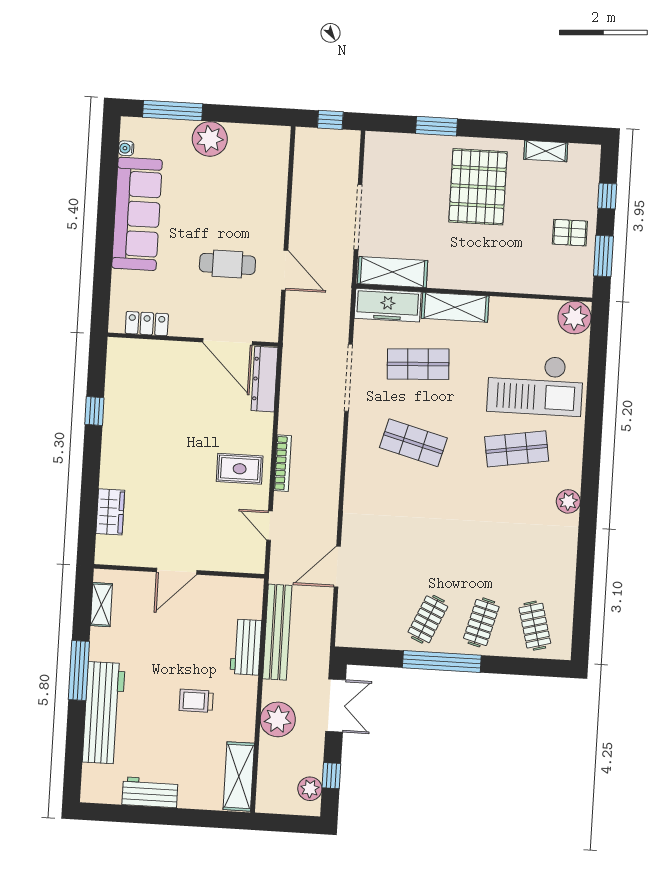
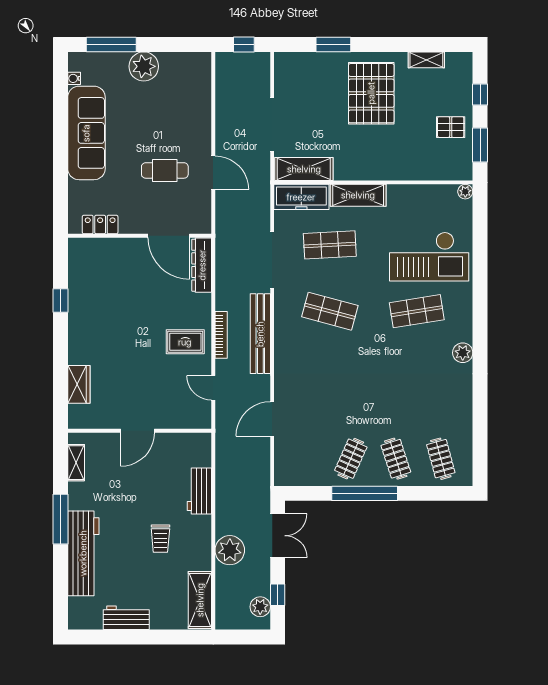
plant: (575, 318) -> (465, 192), width x0.53, depth x0.53
clothes rail: (481, 622) -> (396, 459), turned -33
bench: (277, 632) -> (260, 334), moved
trolley: (196, 701) -> (160, 539), turned -90

